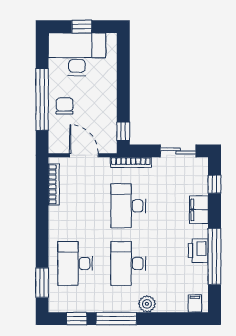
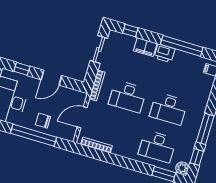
door: (123, 100) -> (51, 78), added
window: (123, 131) -> (22, 69), moved
printer: (198, 251) -> (164, 53), moved
plant: (147, 304) -> (182, 168), moved

